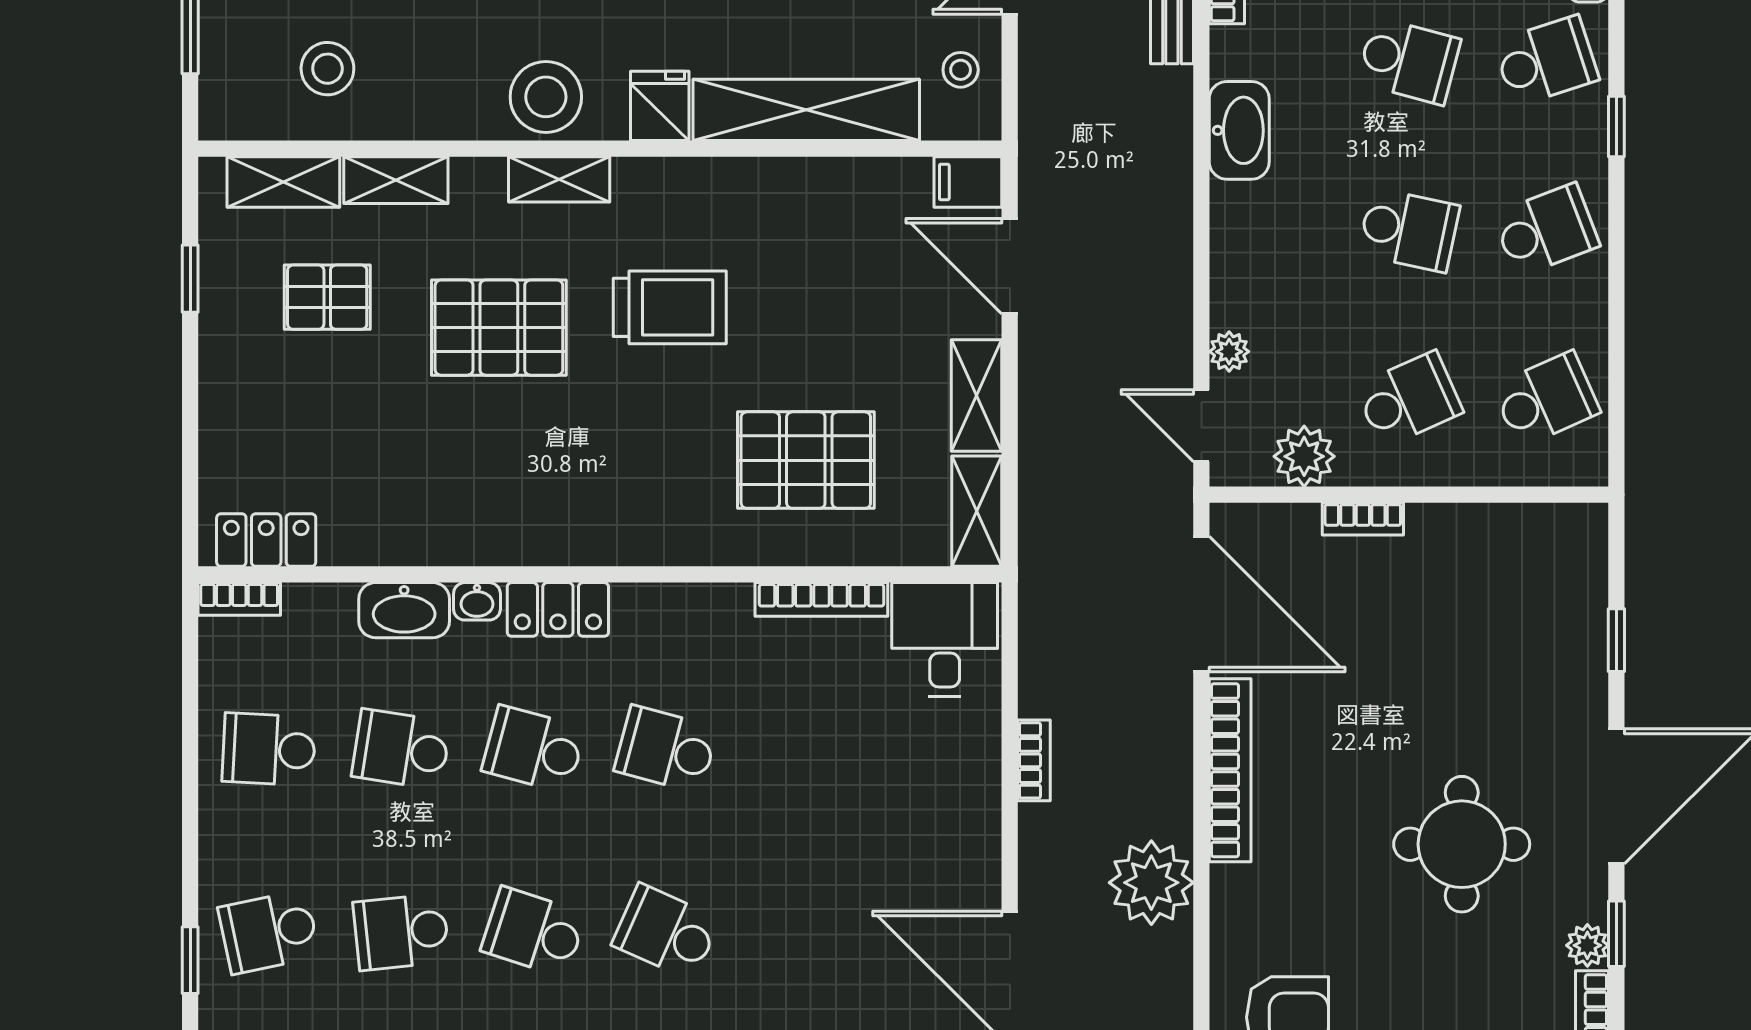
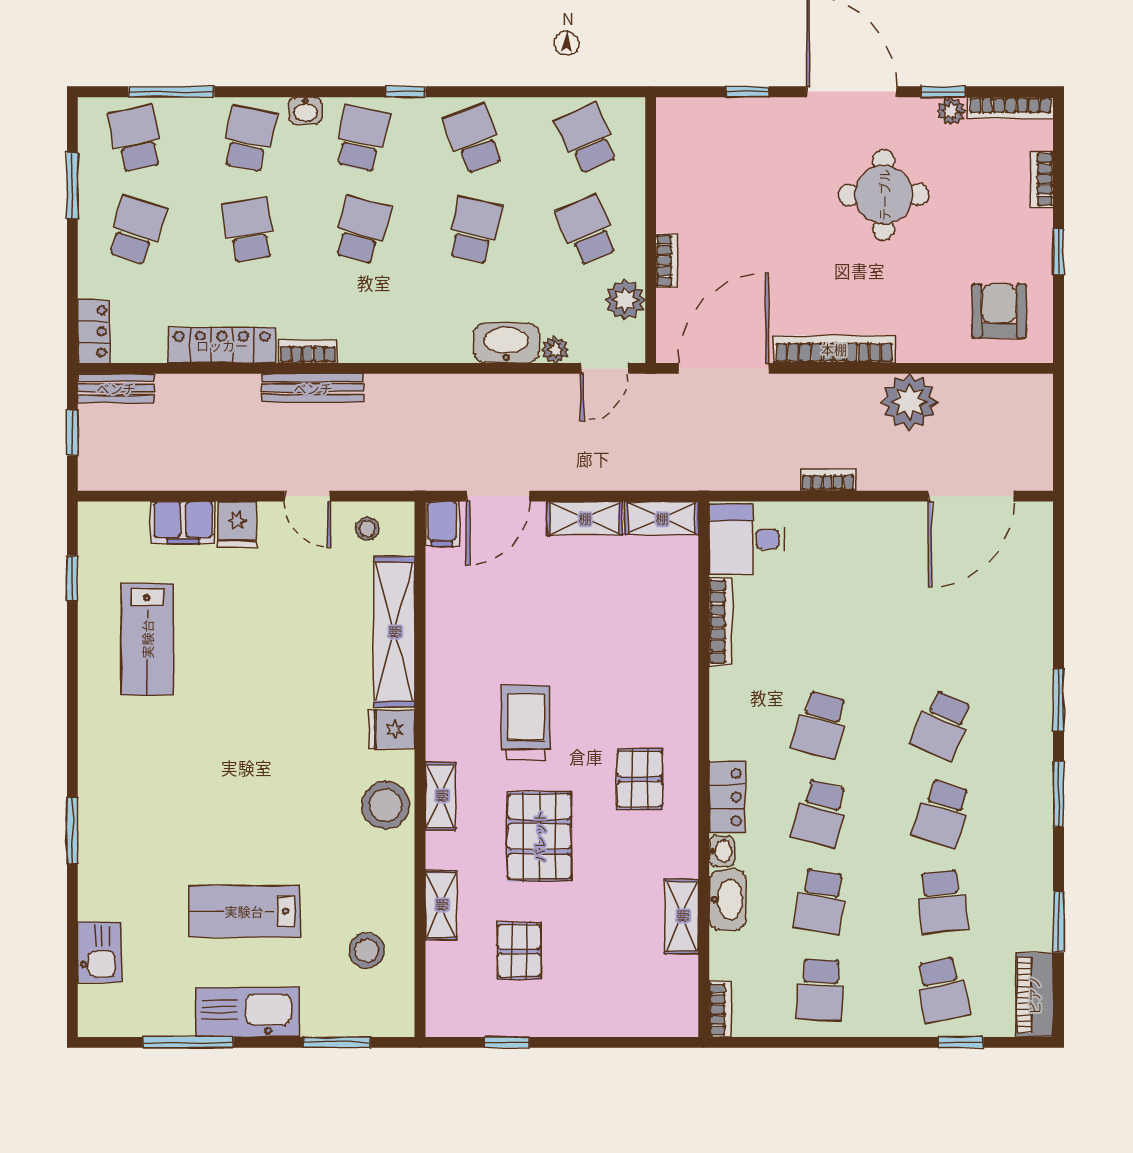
school desk: (1546, 61) -> (361, 139), turned 30
washbasin: (1239, 130) -> (506, 343), moved
shelving: (283, 182) -> (682, 916), moved
pallet: (806, 460) -> (640, 779), moved, width x0.67, depth x0.71
locker: (266, 540) -> (681, 992), removed

